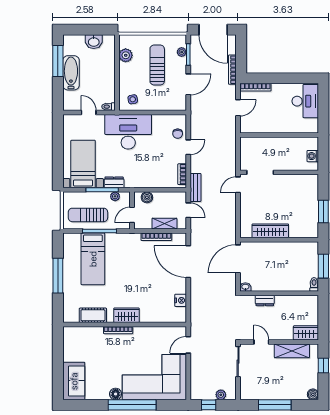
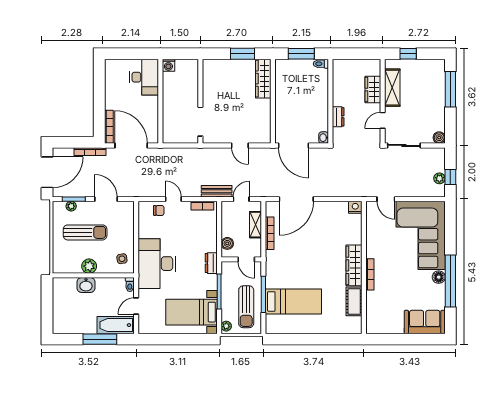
washbasin: (94, 42) -> (86, 285), moved, turned 90
plant: (126, 55) -> (89, 266), moved
window: (58, 61) -> (100, 339), moved
sun lounger: (157, 65) -> (85, 232), turned 180
bathtub: (71, 73) -> (116, 325), moved
desk: (305, 101) -> (144, 77), moved, turned 90
door: (238, 108) -> (131, 145), width x1.88
washing machine: (313, 156) -> (168, 65), moved
dresser: (114, 182) -> (211, 263), moved
door: (238, 185) -> (240, 145), moved
plant: (115, 196) -> (226, 326), moved
wardrobe: (270, 231) -> (263, 79), moved
window: (58, 276) -> (311, 339), removed
nightstand: (181, 300) -> (355, 207), moved
wardrobe: (127, 315) -> (354, 265), width x1.50
wardrobe: (306, 333) -> (373, 90), moved
boiler: (313, 394) -> (439, 138), moved
plant: (221, 395) -> (439, 178), moved
window: (132, 405) -> (450, 281), moved
window: (275, 405) -> (450, 89), moved

